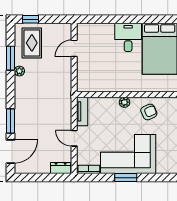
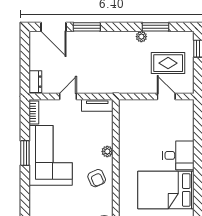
rug: (32, 43) -> (168, 63), moved

